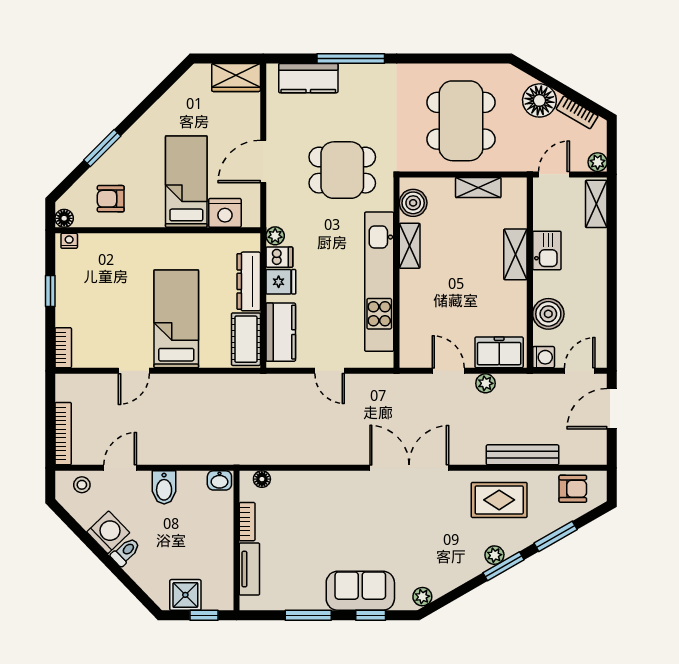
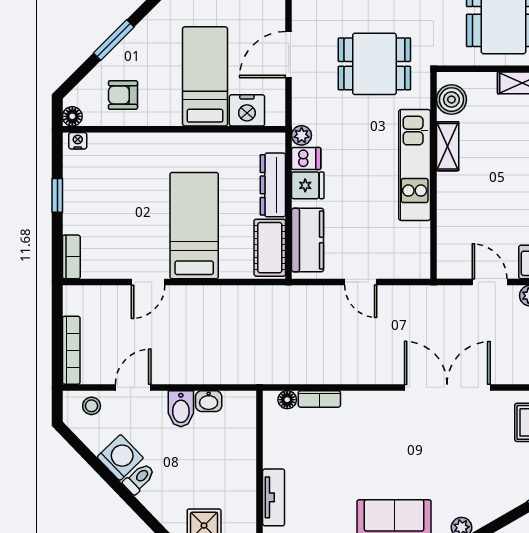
kitchen unit: (379, 282) -> (415, 165), width x0.73
washbasin: (219, 480) -> (209, 401), moved
bookcase: (247, 522) -> (319, 399), moved, turned 90

